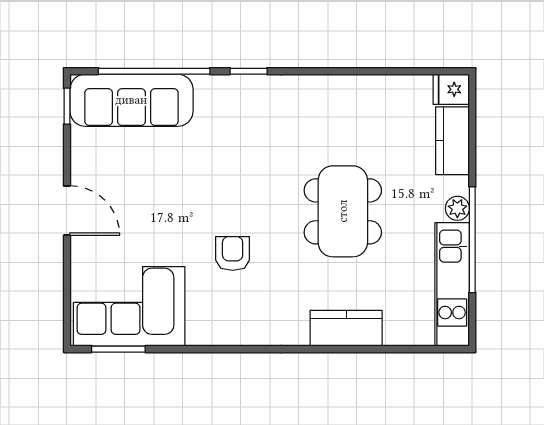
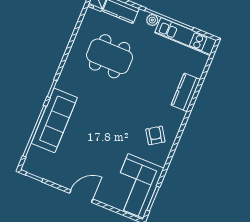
sofa: (131, 100) -> (54, 120), moved
dining table: (343, 211) -> (110, 56), moved
armchair: (233, 253) -> (155, 135), moved, turned 57

